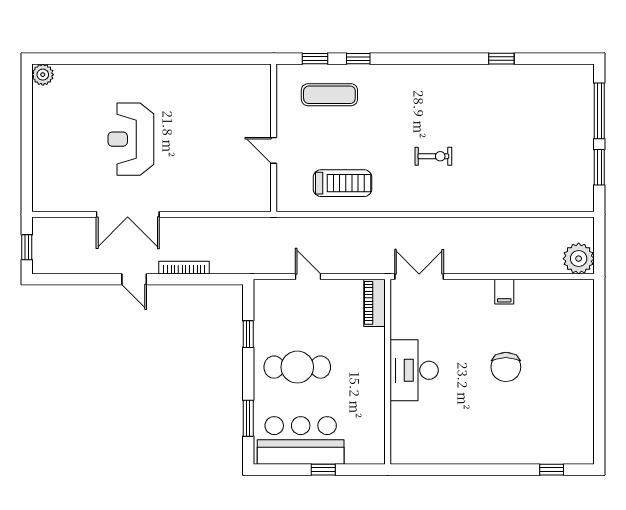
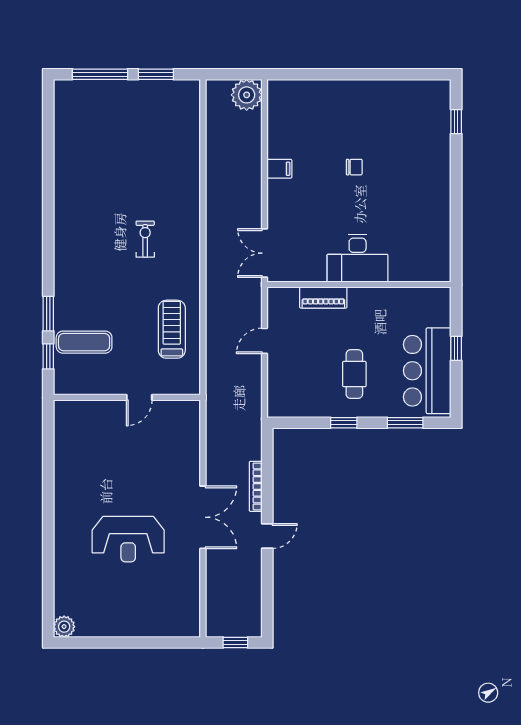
window: (358, 59) -> (48, 314), width x1.50
window: (501, 59) -> (48, 172), removed
exercise mat: (329, 95) -> (84, 342), turned 90
double door: (128, 214) -> (203, 517), moved
door: (308, 277) -> (264, 341), moved
piano: (374, 303) -> (323, 298), moved
window: (248, 334) -> (344, 423), moved
cafe table: (297, 367) -> (354, 374), width x0.73, depth x0.74
chair: (506, 367) -> (354, 167), width x0.54, depth x0.54

